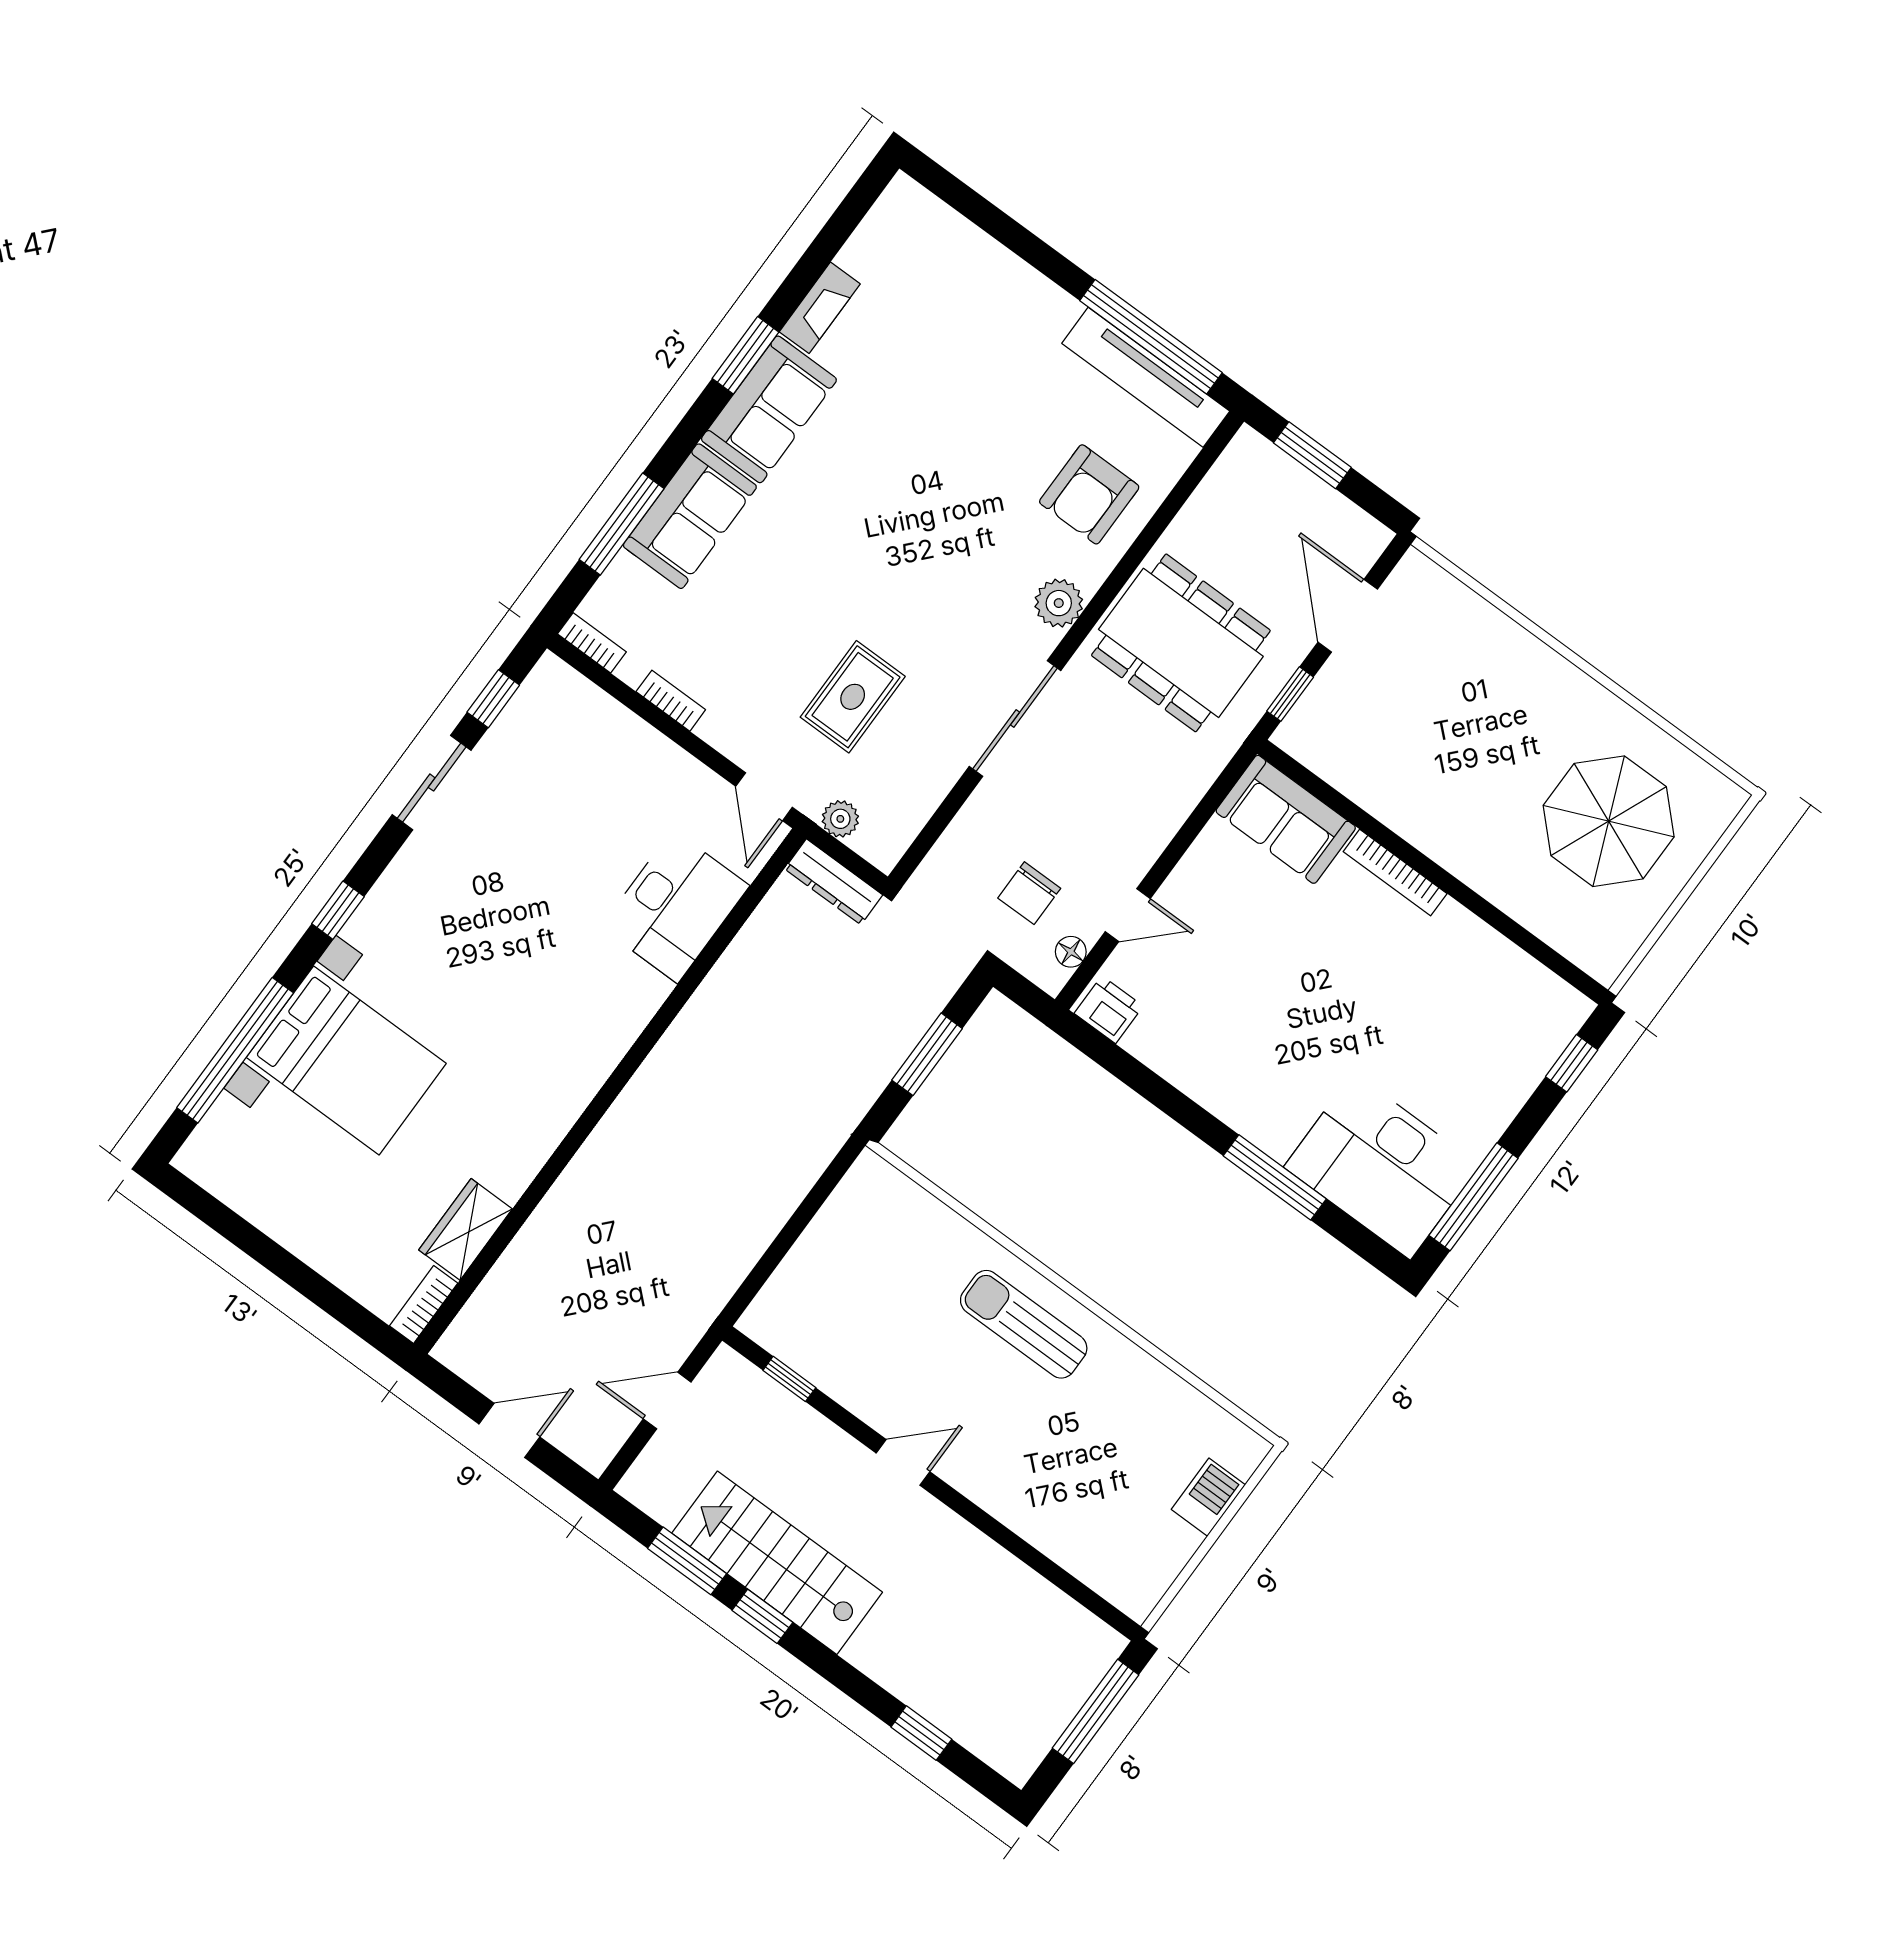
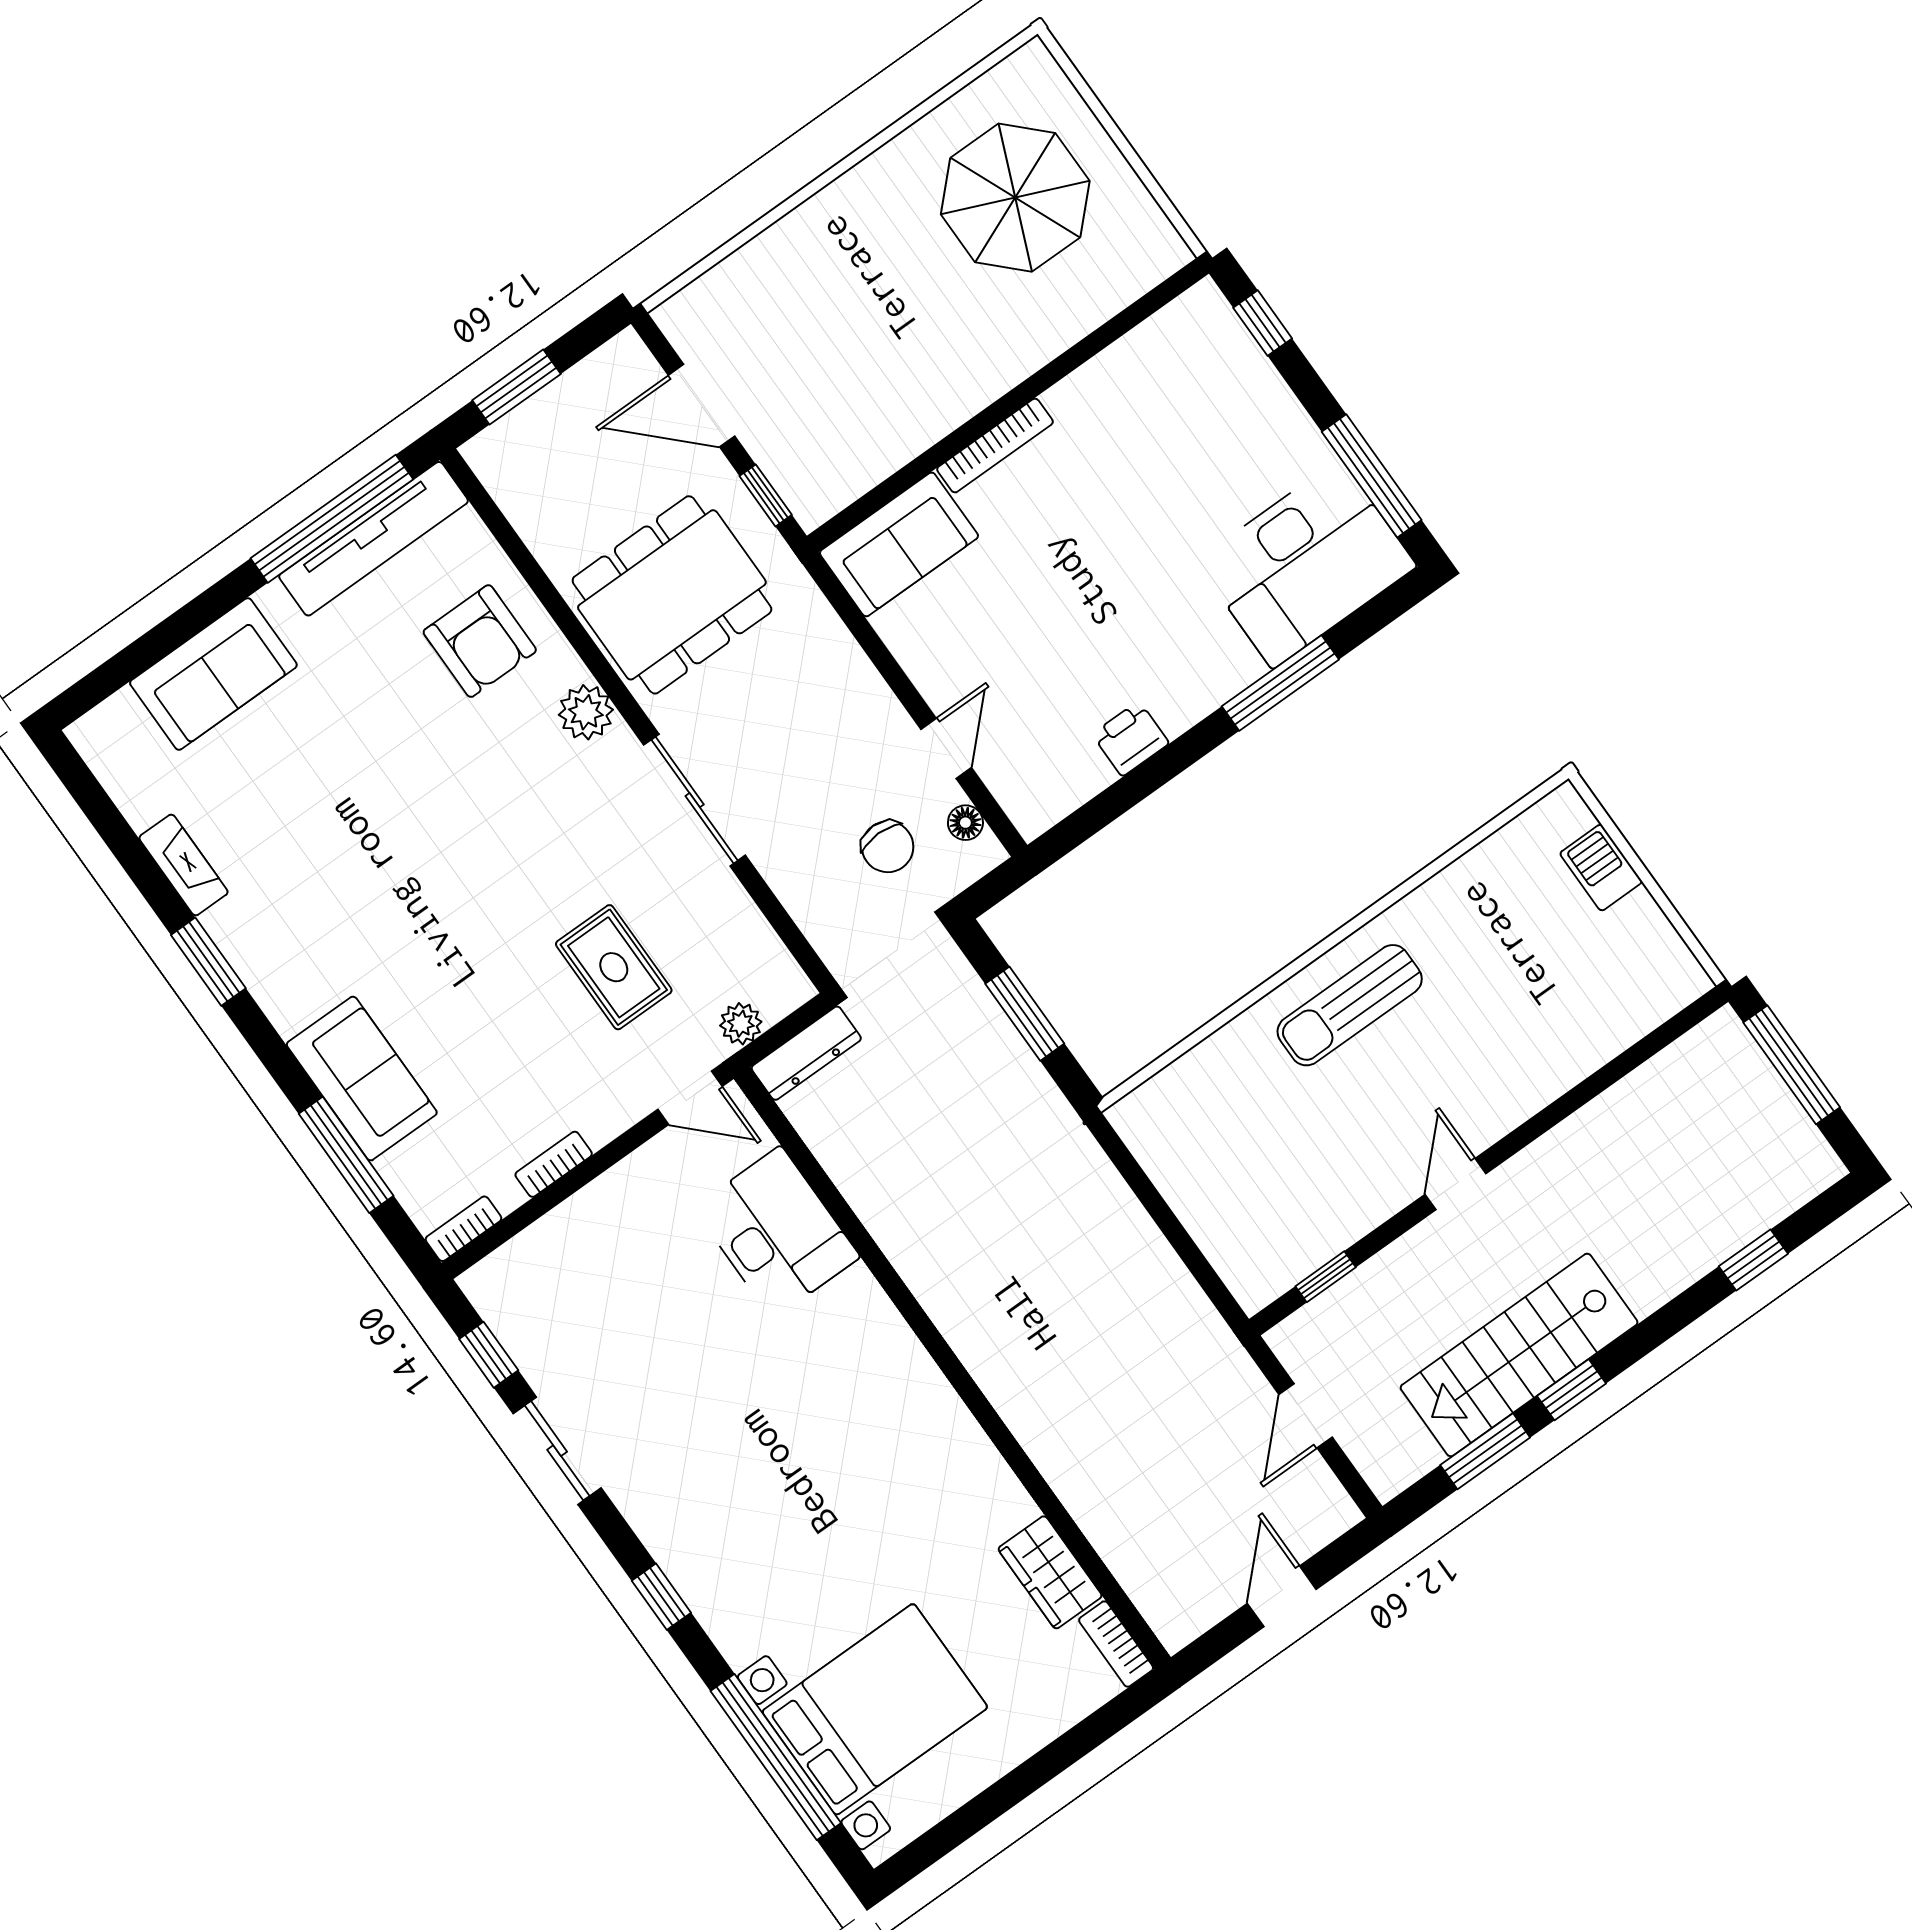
sofa: (769, 409) -> (213, 674), moved, turned 90
printer: (1109, 1010) -> (1131, 739), moved
bed with nightstands: (346, 1060) -> (875, 1709), moved

